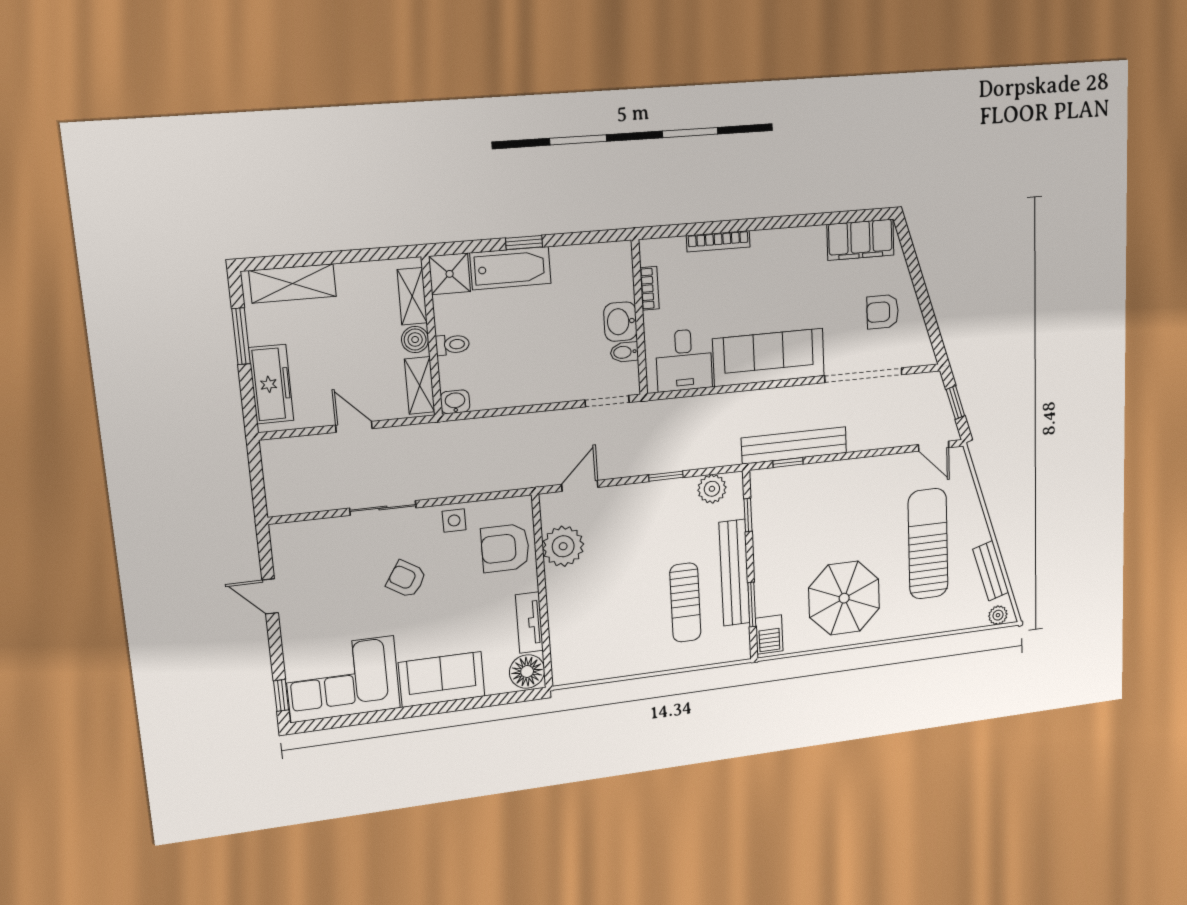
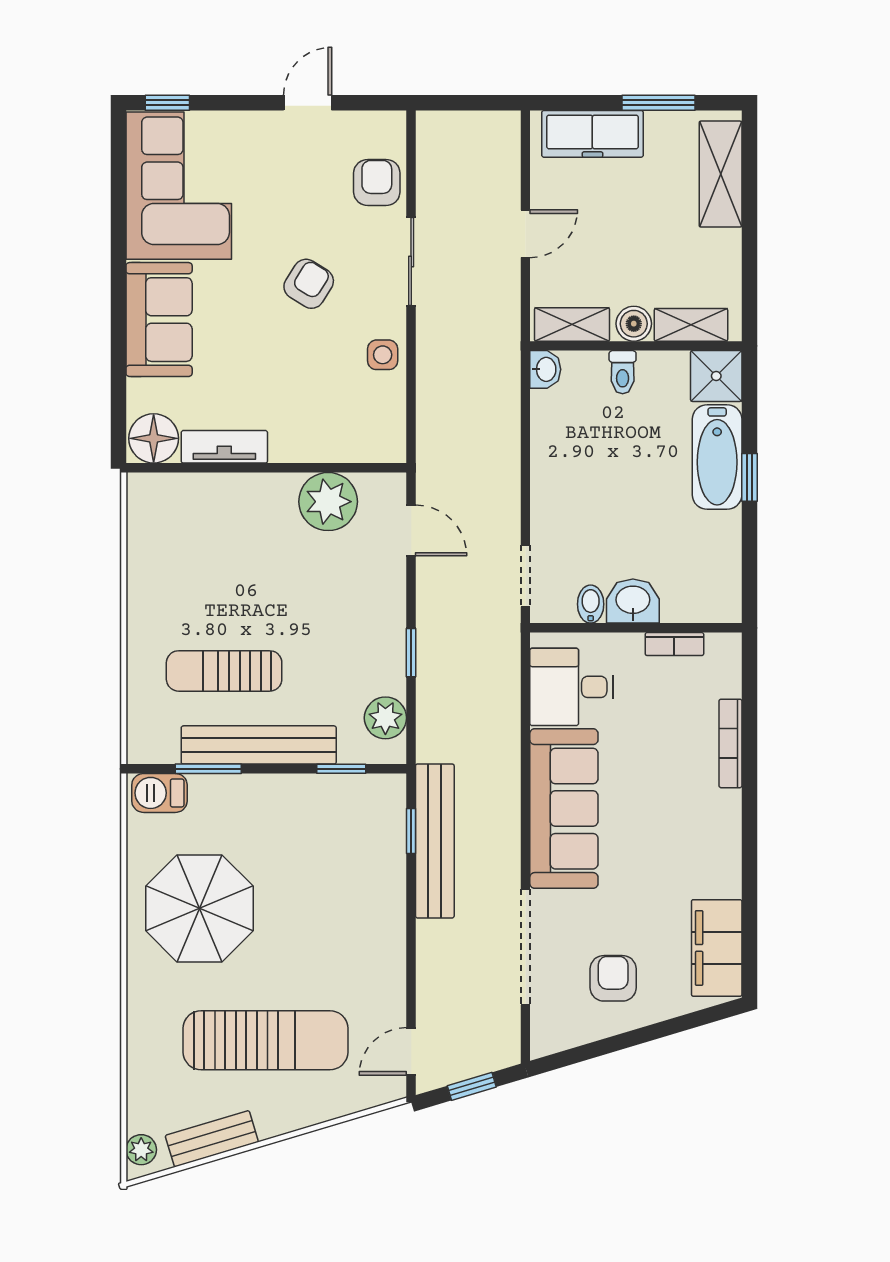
armchair: (505, 548) -> (377, 182), moved, width x0.72, depth x0.72

